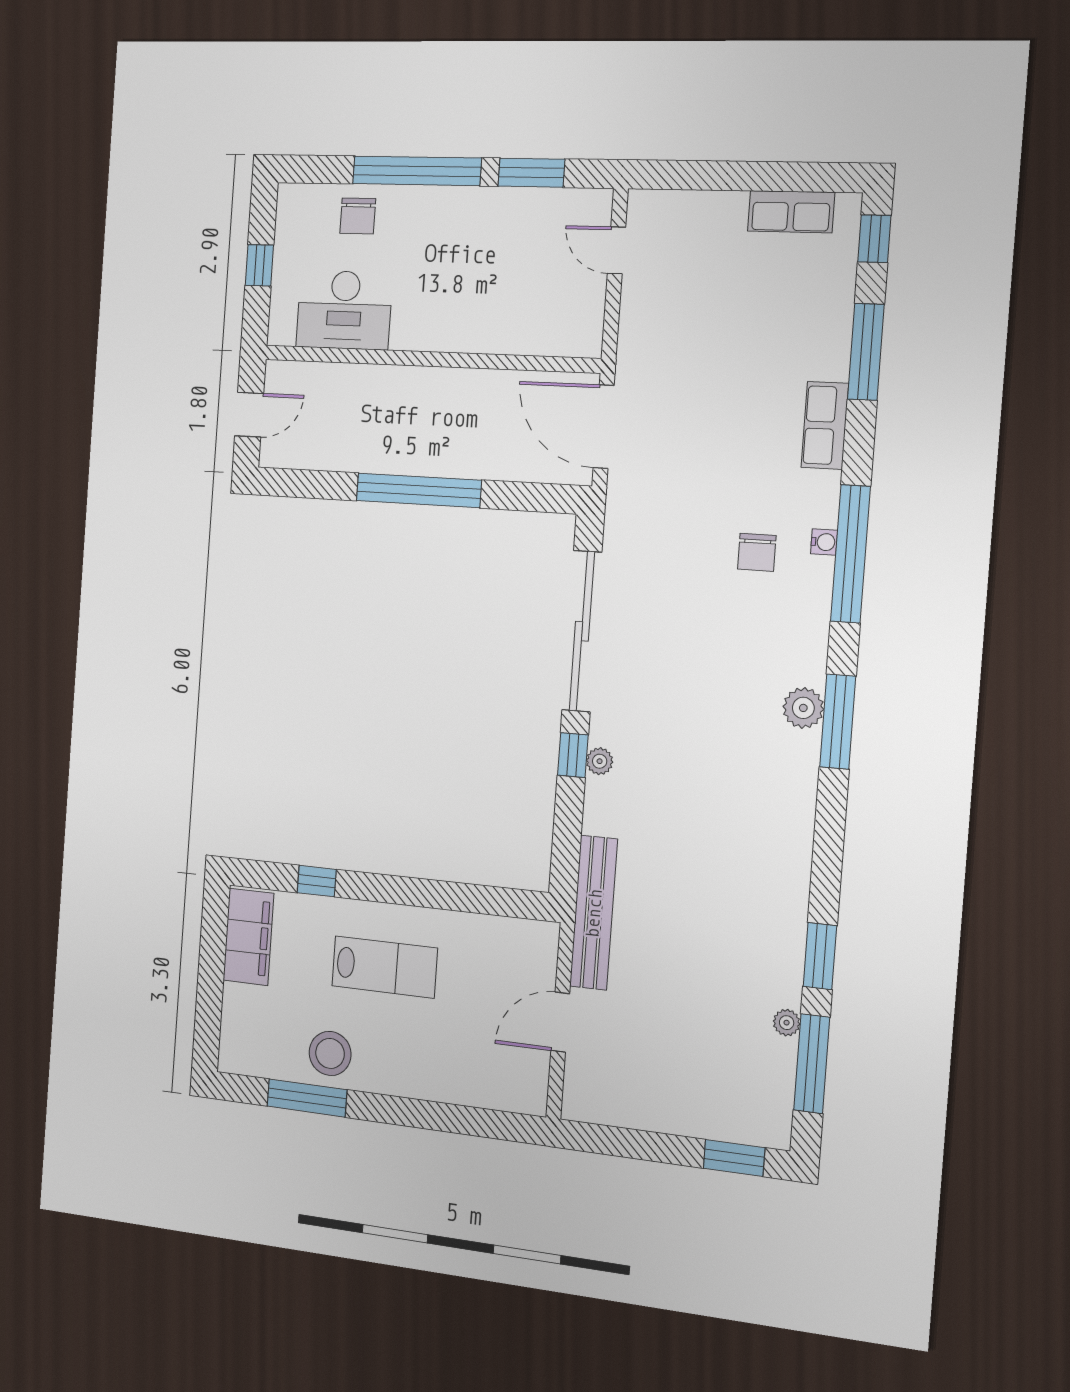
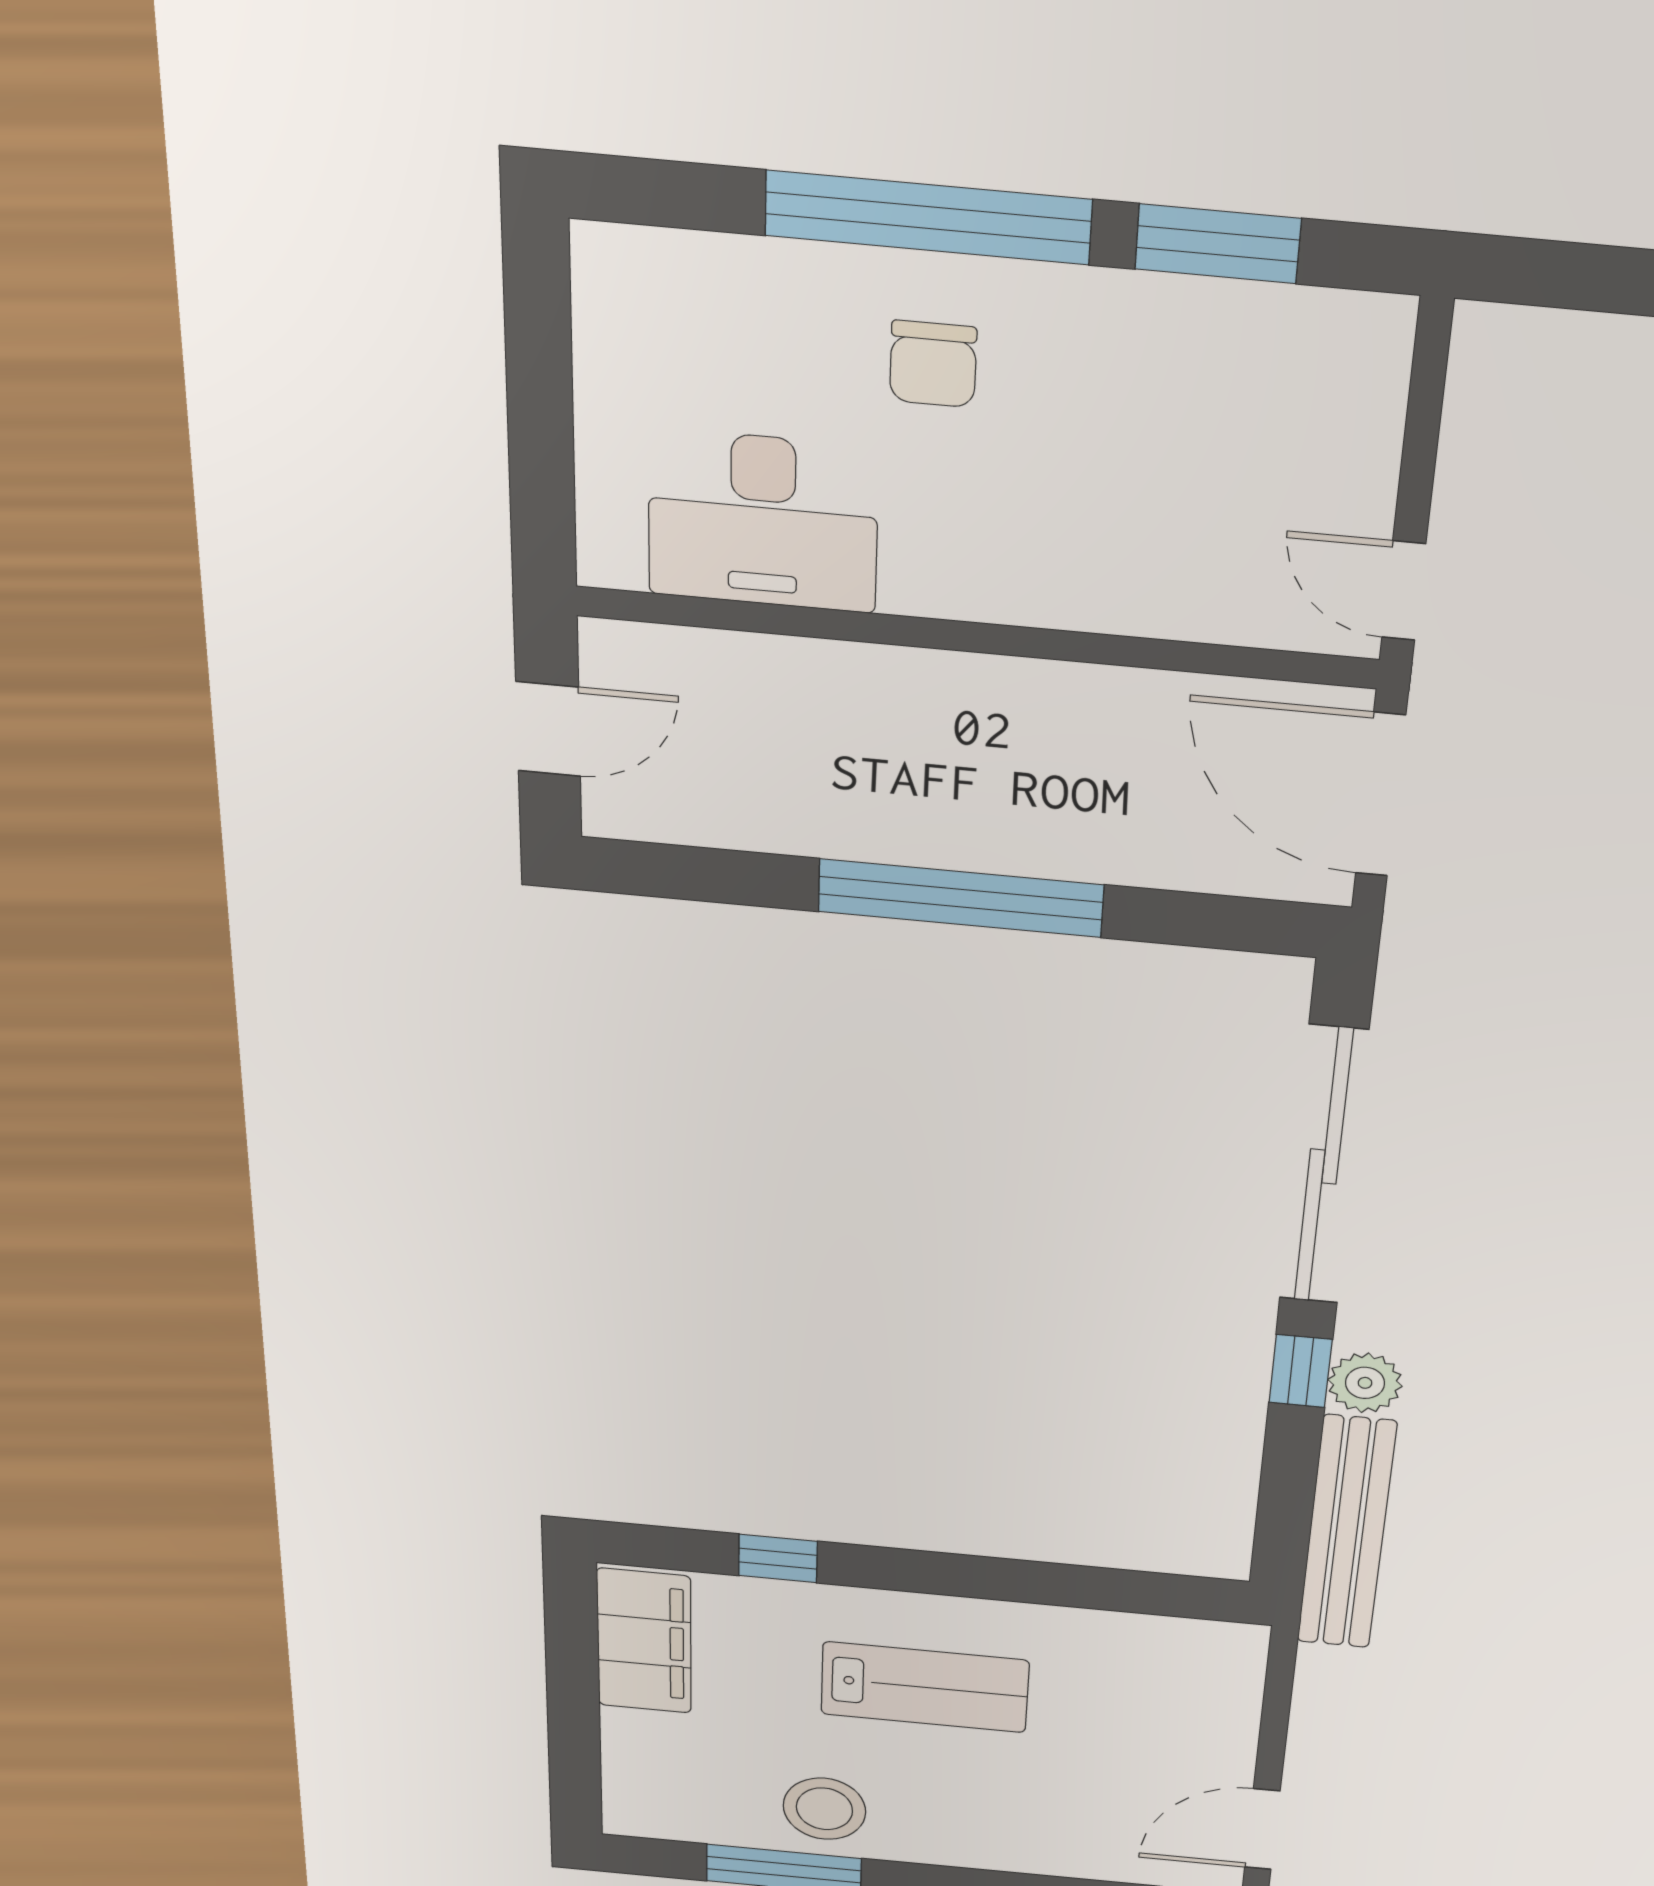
chair: (358, 216) -> (933, 364), moved
door: (616, 250) -> (1404, 591), moved
window: (259, 265) -> (540, 408), removed
plant: (600, 761) -> (1365, 1383), width x1.38, depth x1.38
bench: (594, 913) -> (1346, 1533), moved
door: (560, 1022) -> (1262, 1829), moved

